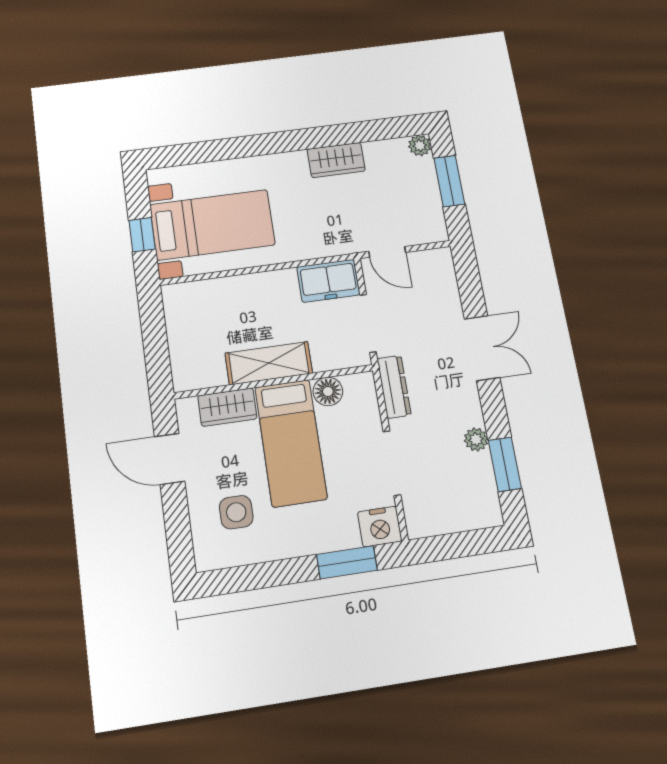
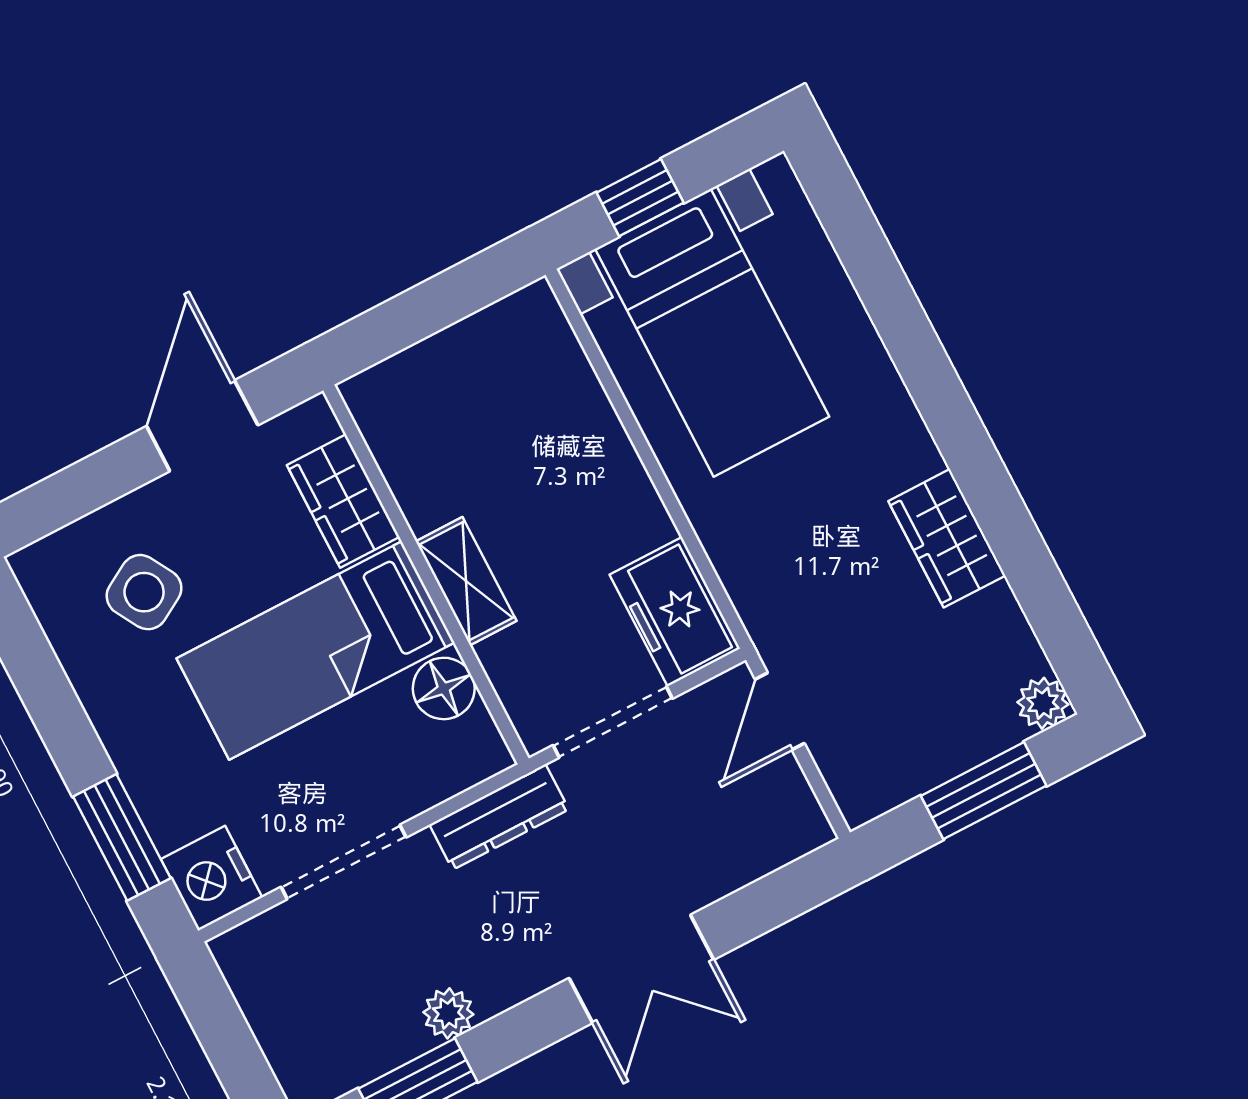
shelving: (269, 363) -> (466, 581), width x0.67, depth x0.75
side table: (236, 512) -> (144, 592), turned -30

